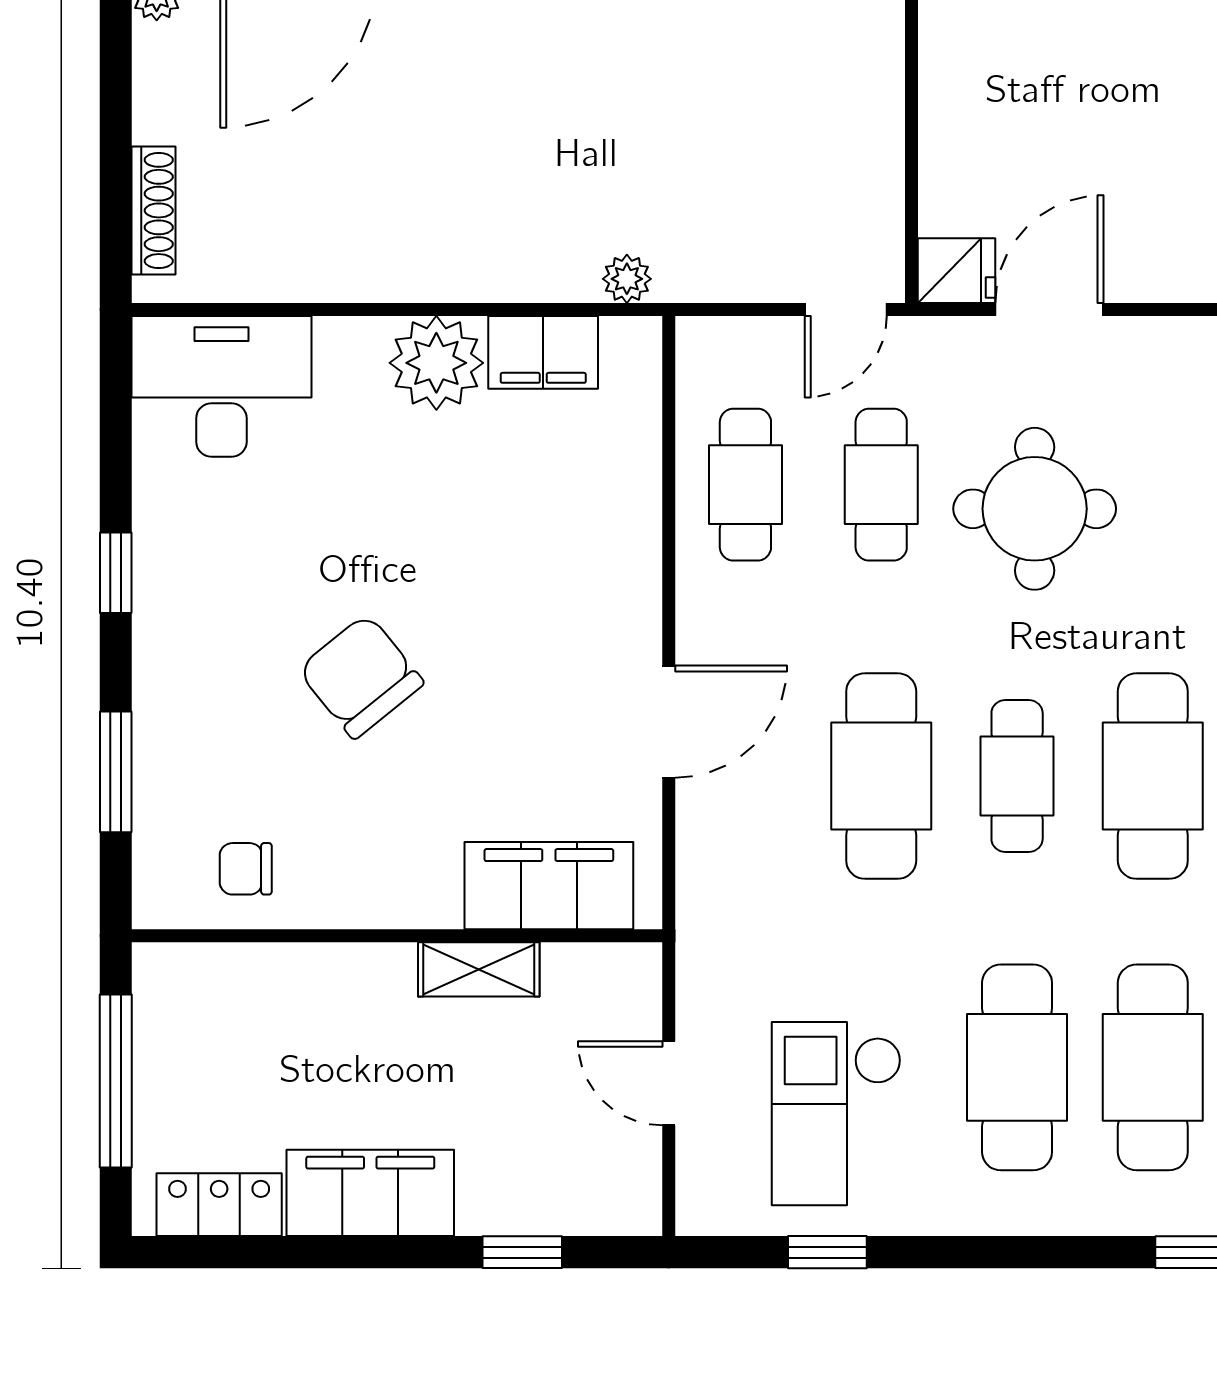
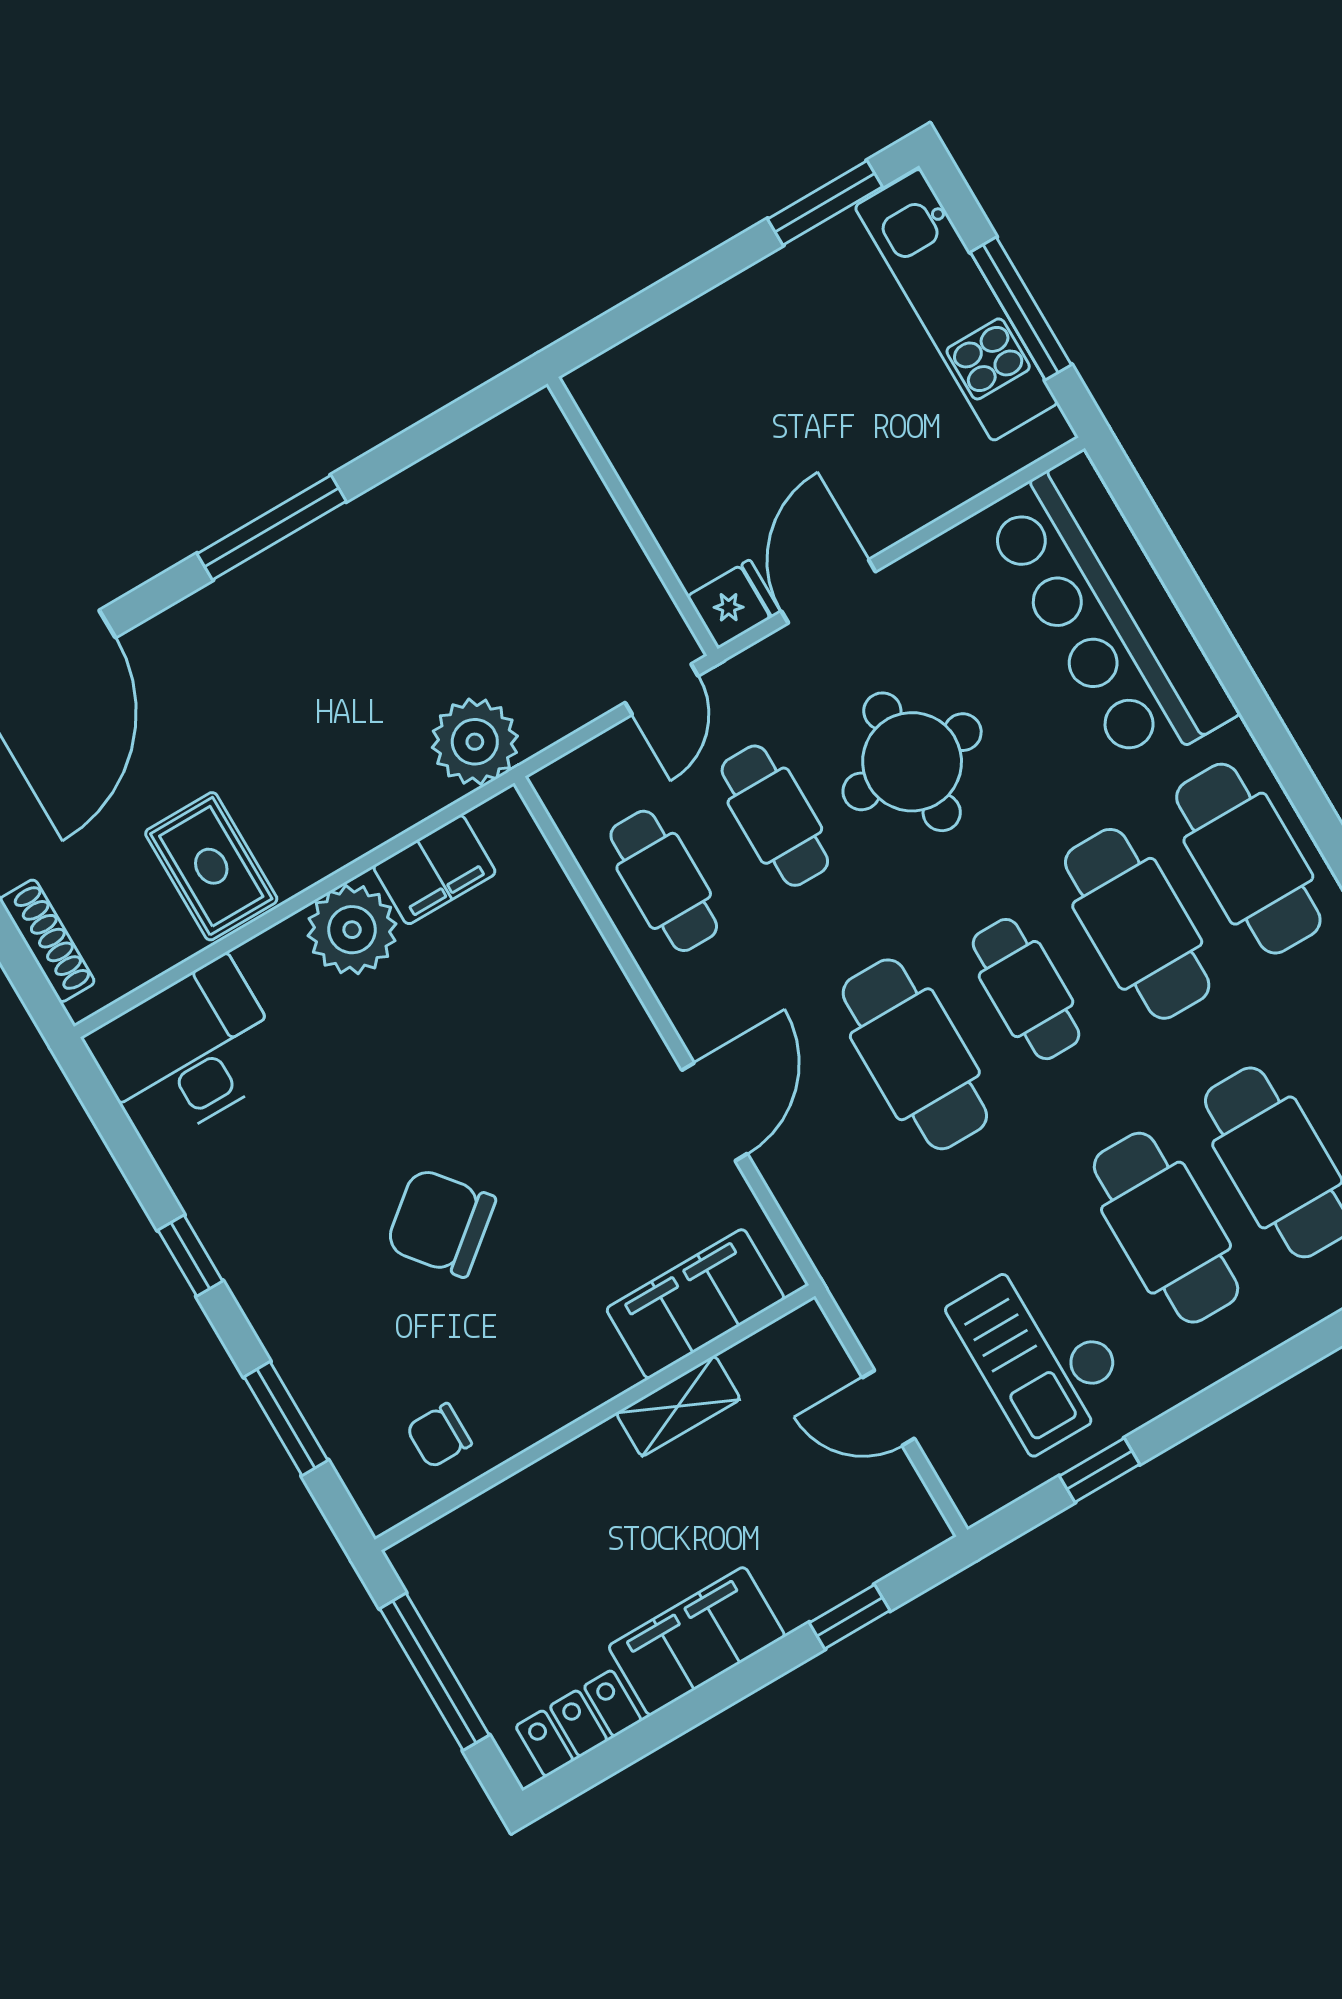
rug: (342, 230) -> (211, 866), added
plant: (627, 279) -> (475, 742), width x1.87, depth x1.87

